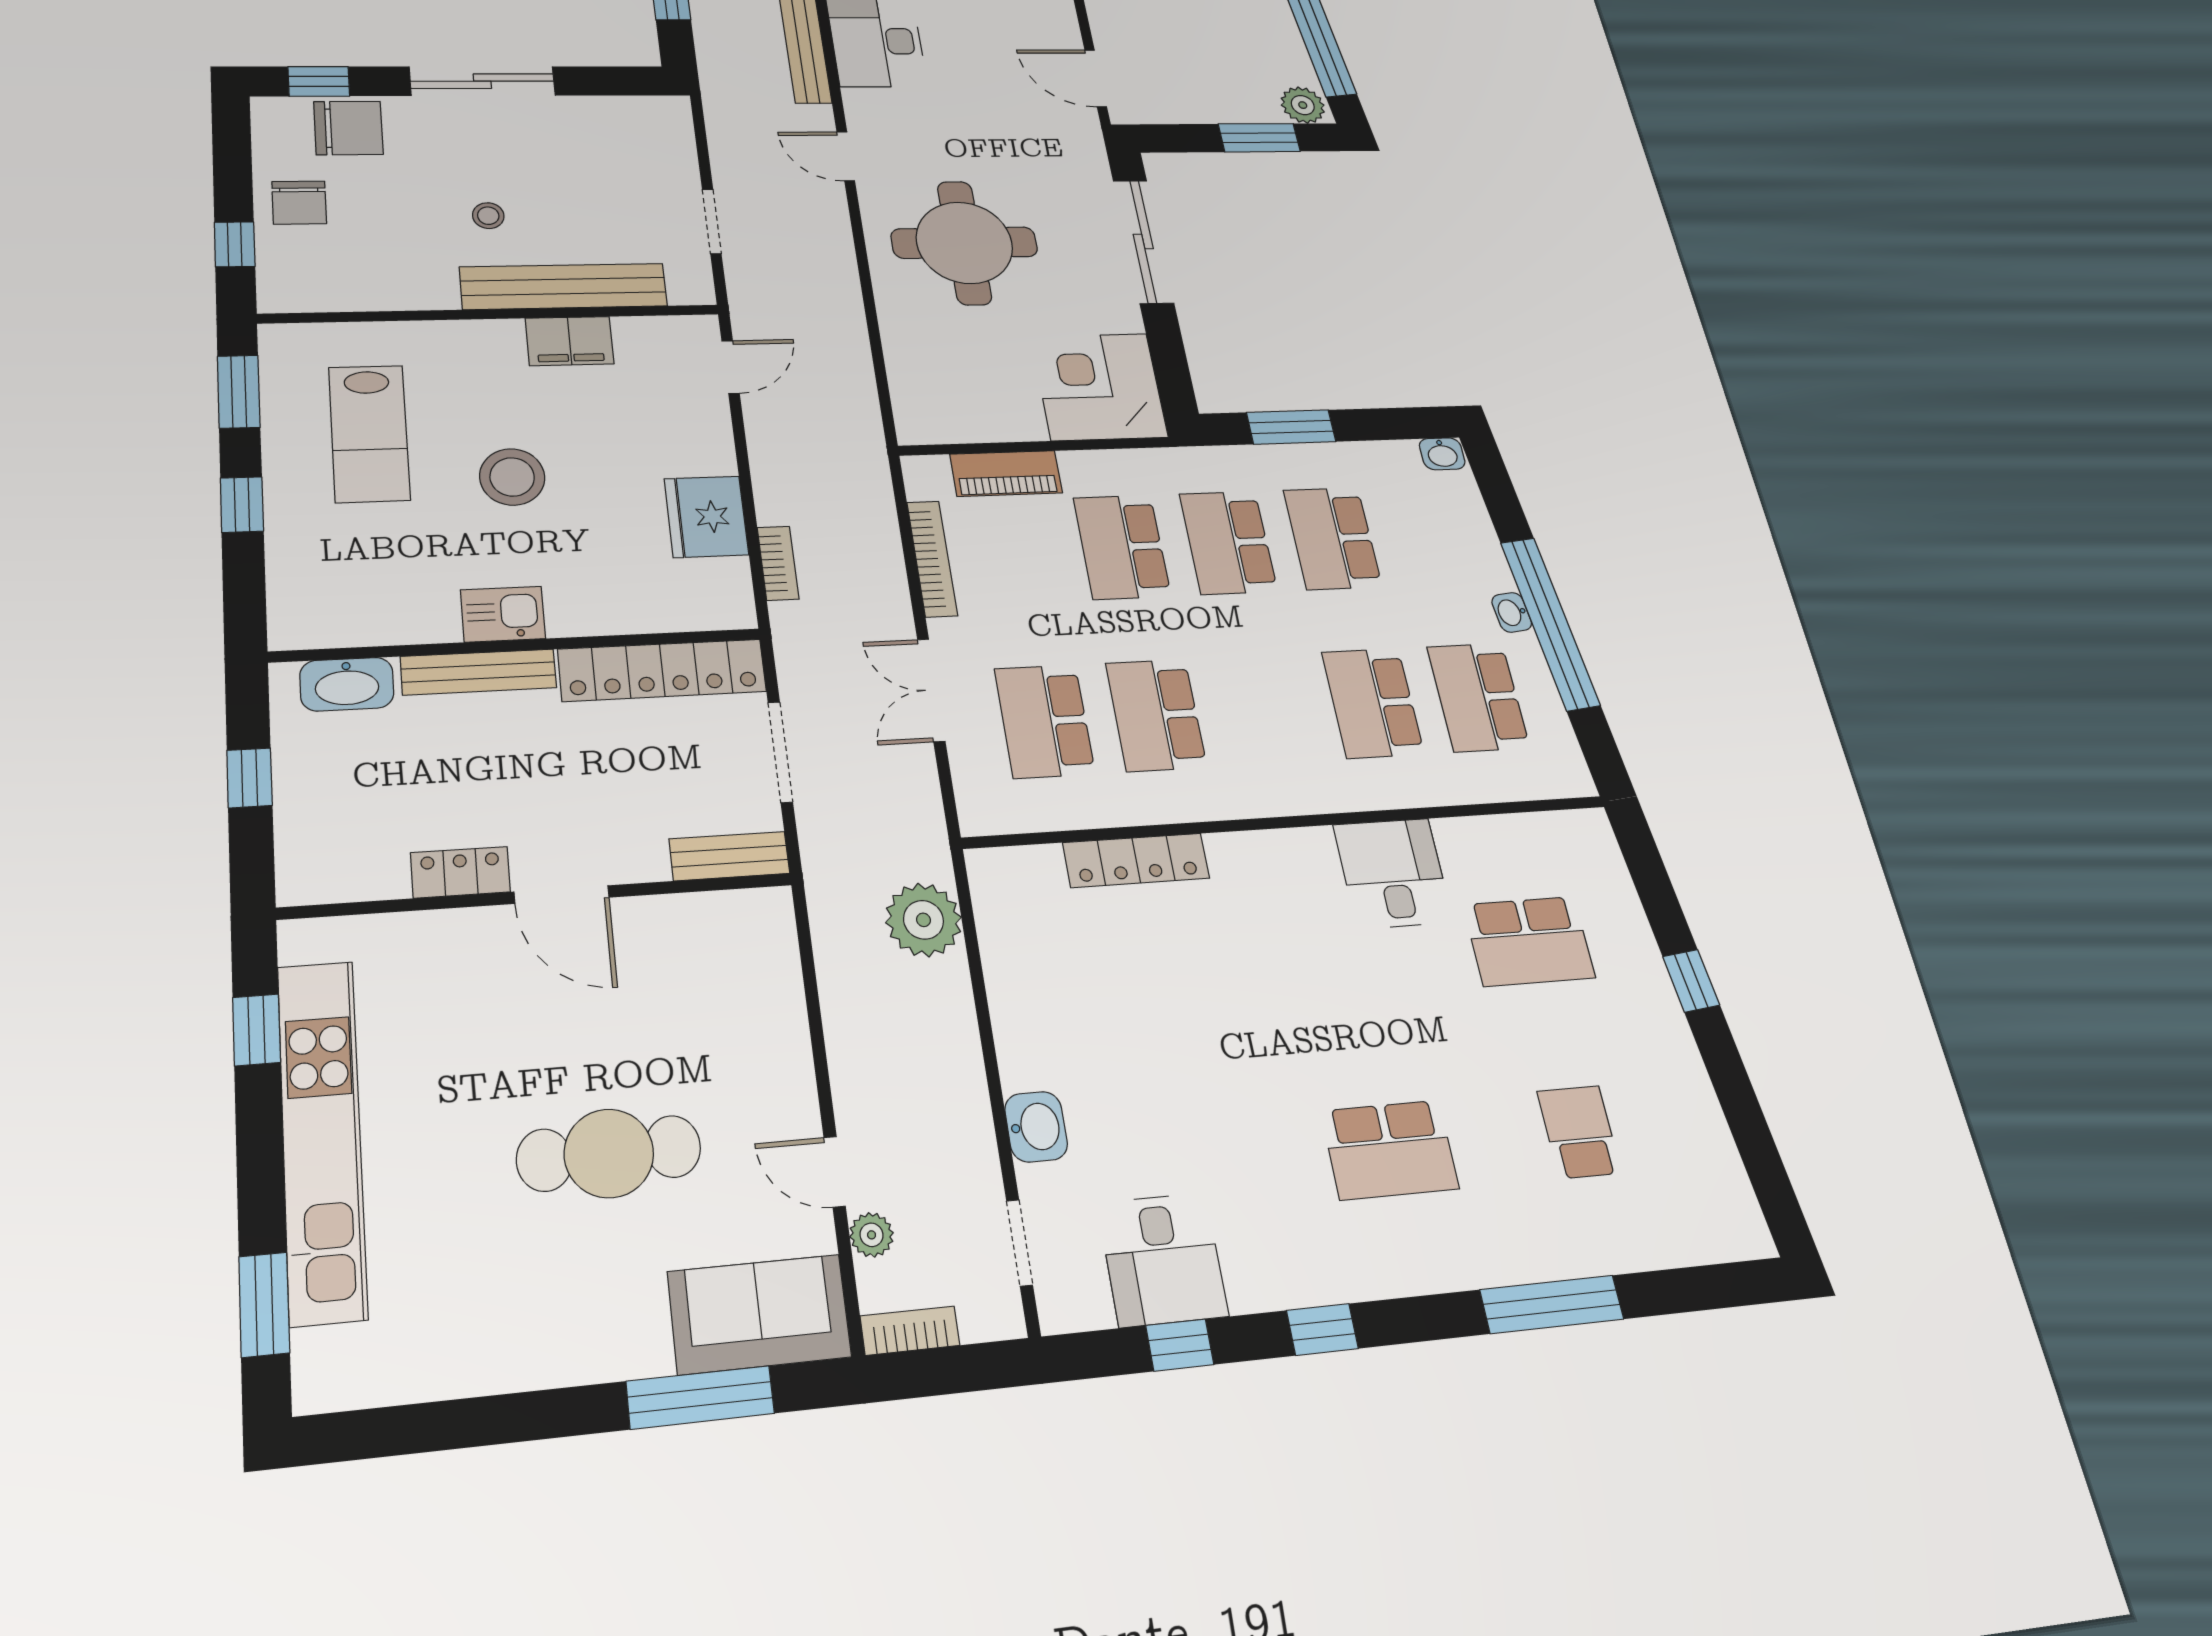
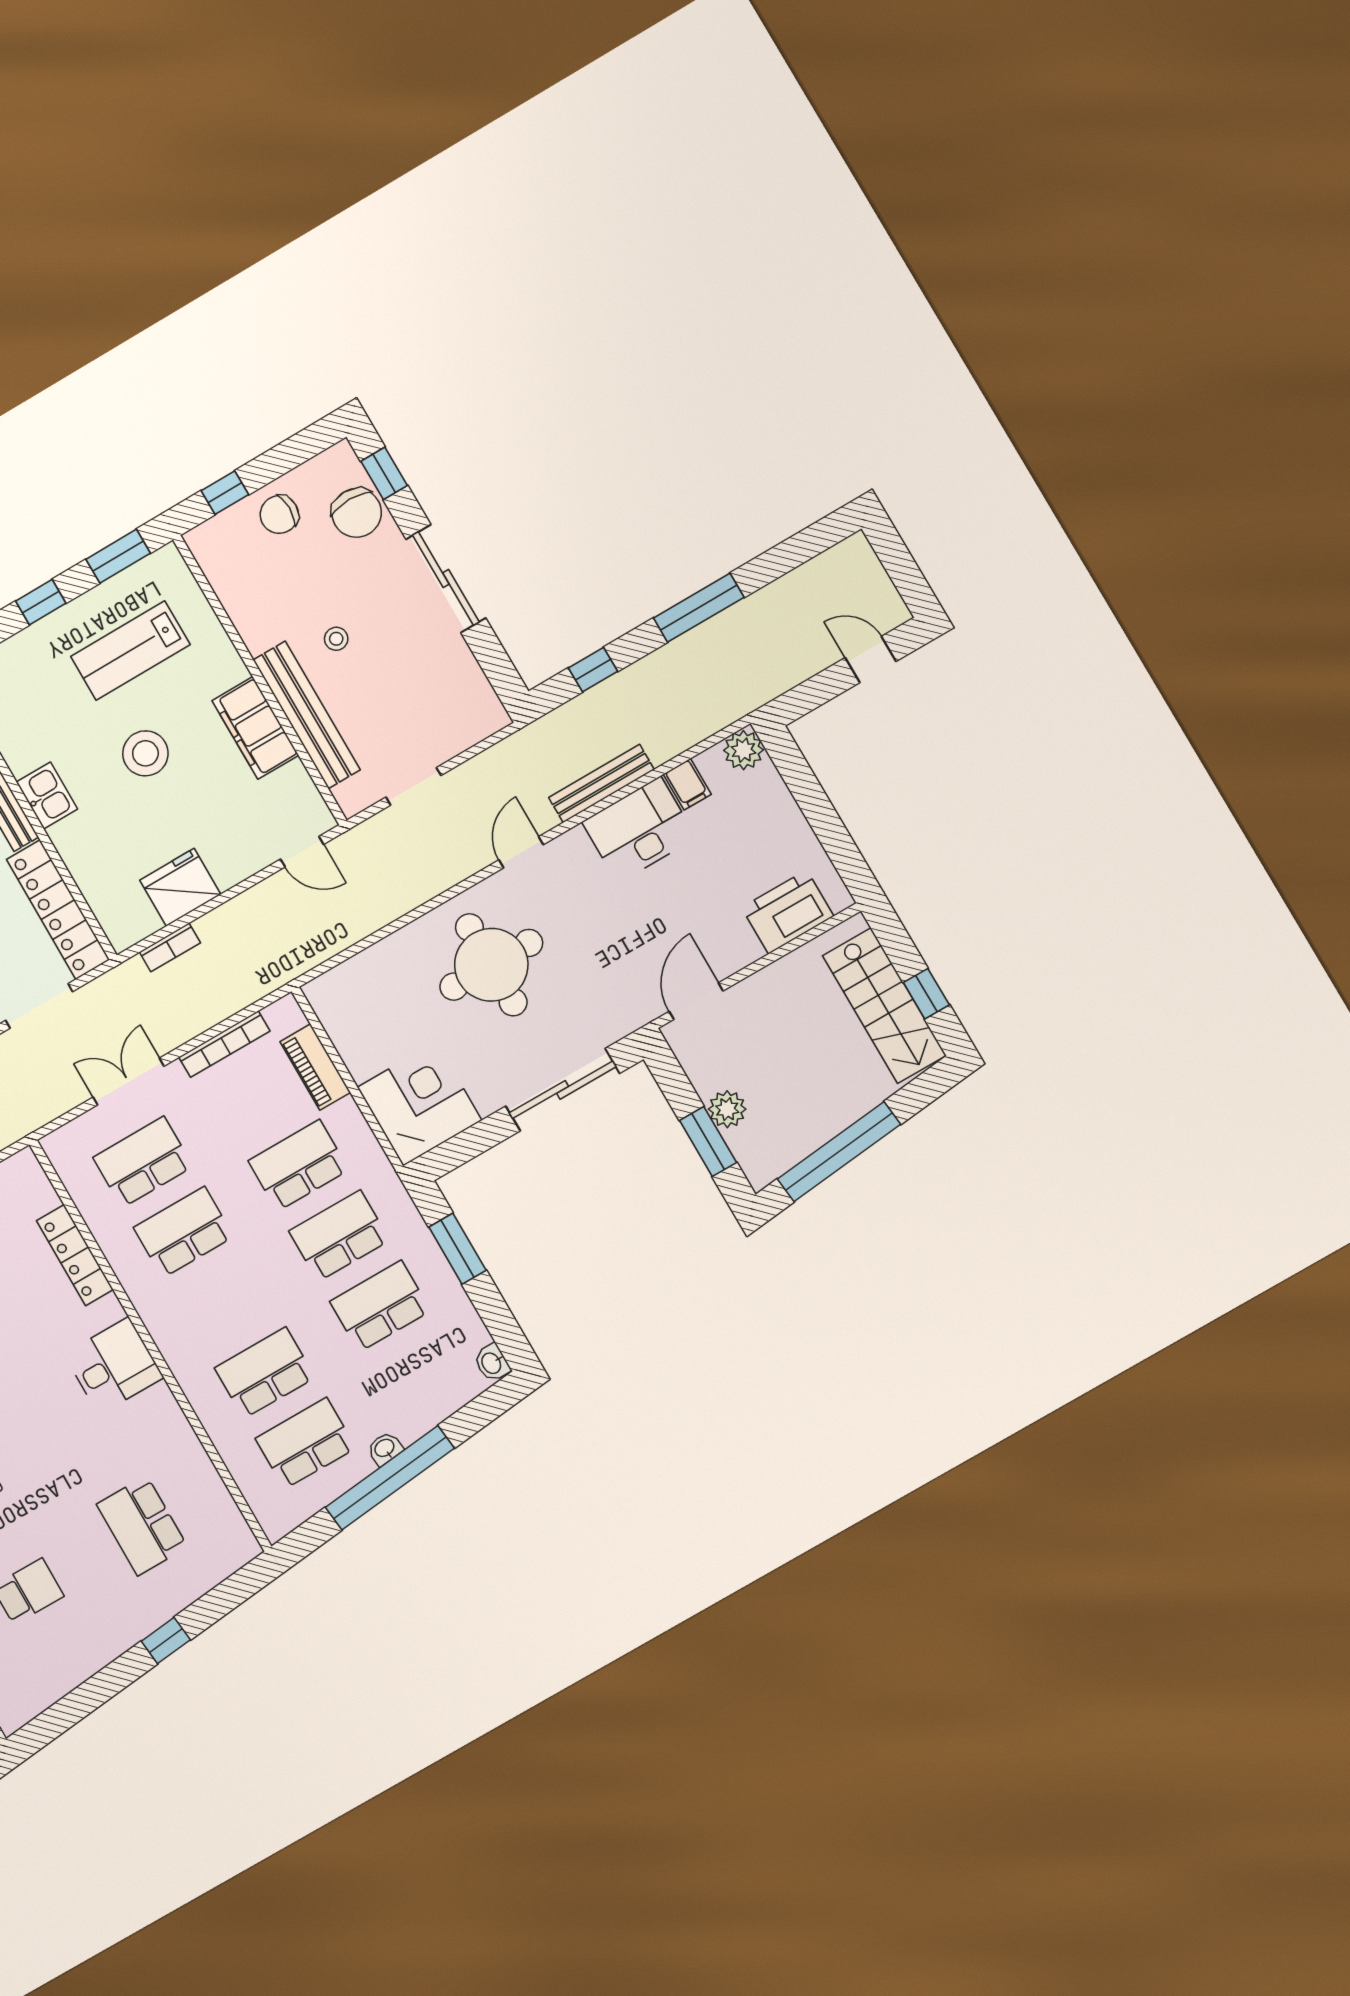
plant: (1303, 105) -> (727, 1109), moved
filing cabinet: (570, 341) -> (255, 728), width x1.50, depth x1.17
desk: (1393, 873) -> (114, 1366), moved

